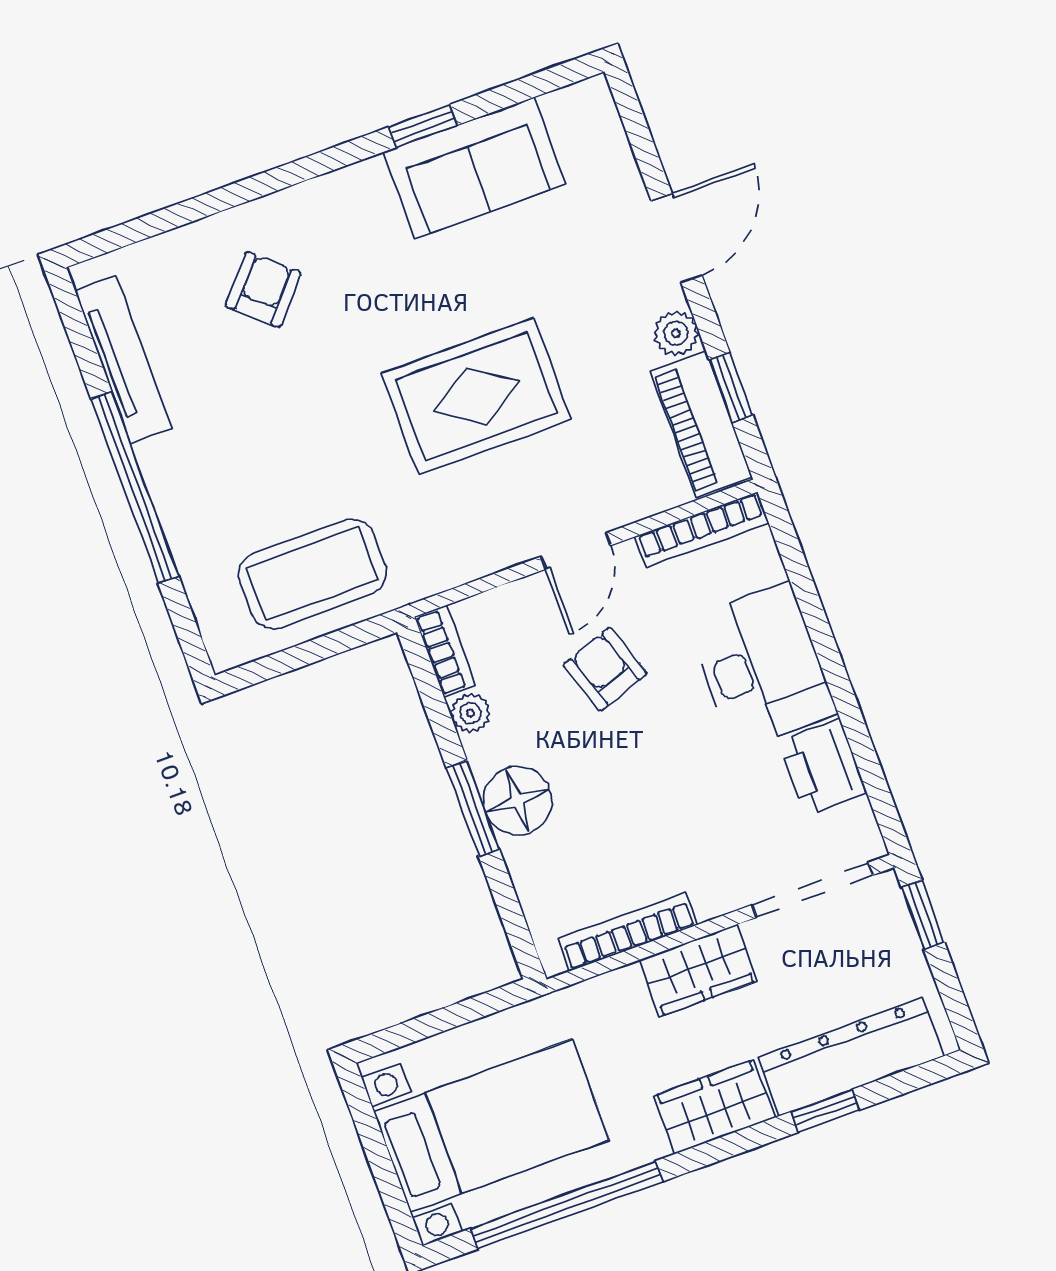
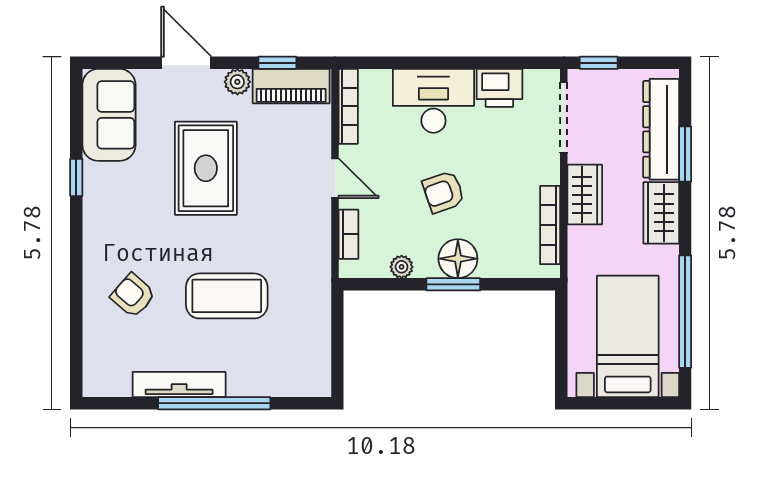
sofa: (475, 168) -> (109, 115), moved
tv unit: (123, 359) -> (179, 385), moved
rug: (476, 396) -> (206, 168), moved
coffee table: (312, 574) -> (227, 296), moved, turned 90
bookcase: (445, 651) -> (348, 234), moved, turned 90
armchair: (605, 669) -> (443, 192), moved
window: (825, 1111) -> (685, 154), width x1.50

